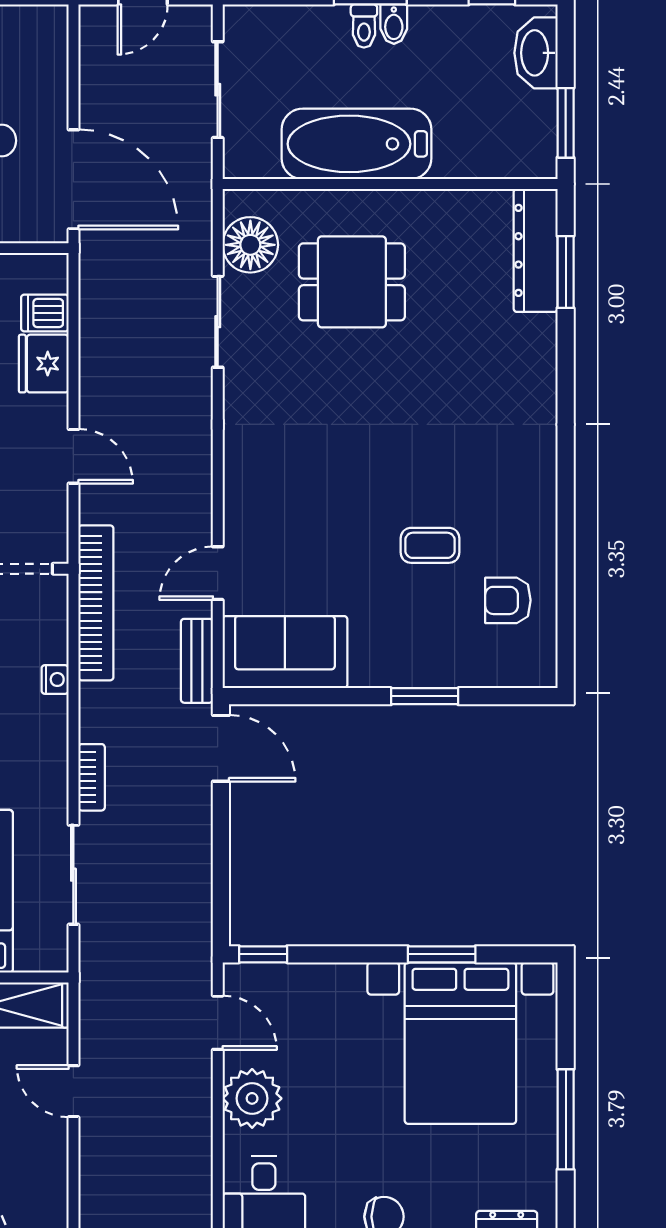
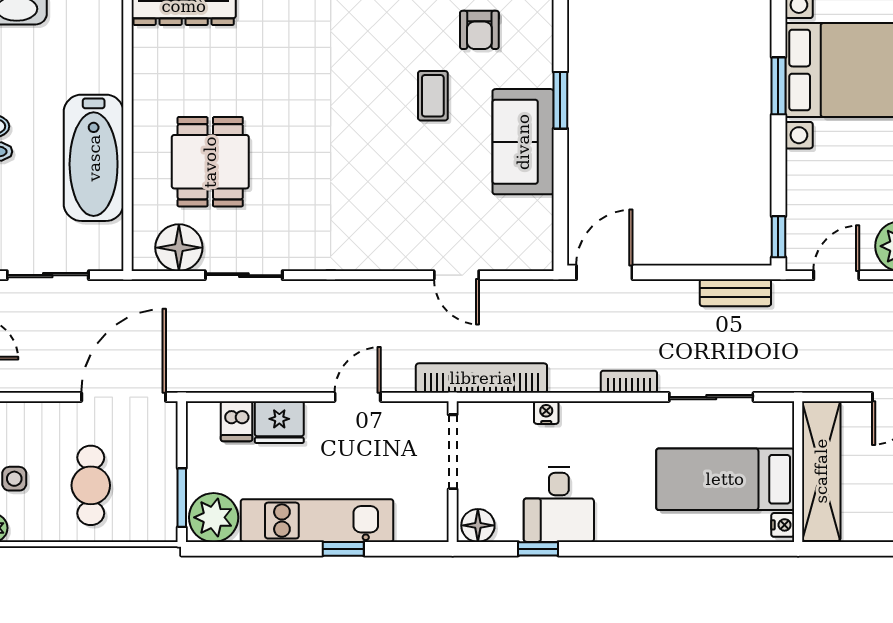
sofa: (285, 652) -> (523, 142), moved
bench: (197, 661) -> (735, 293), moved

